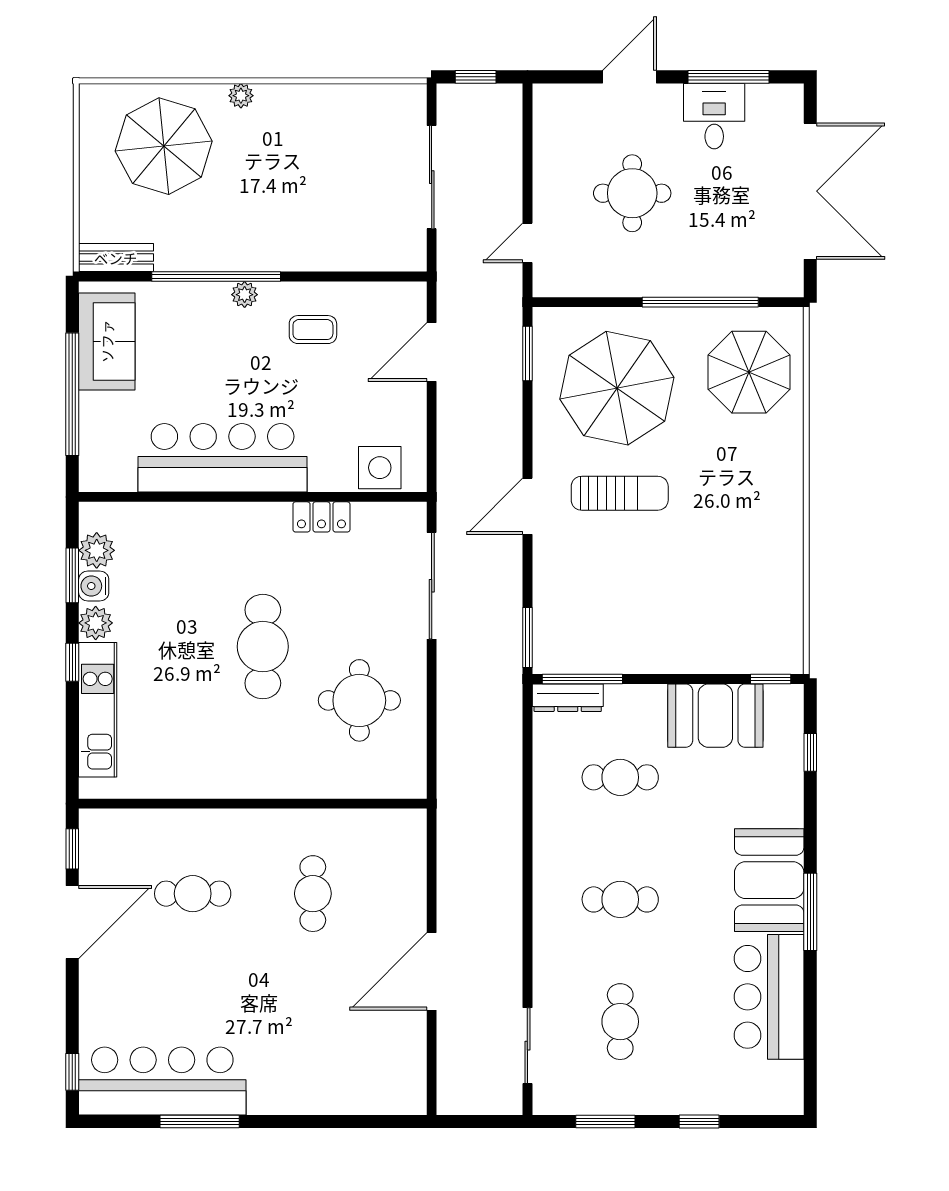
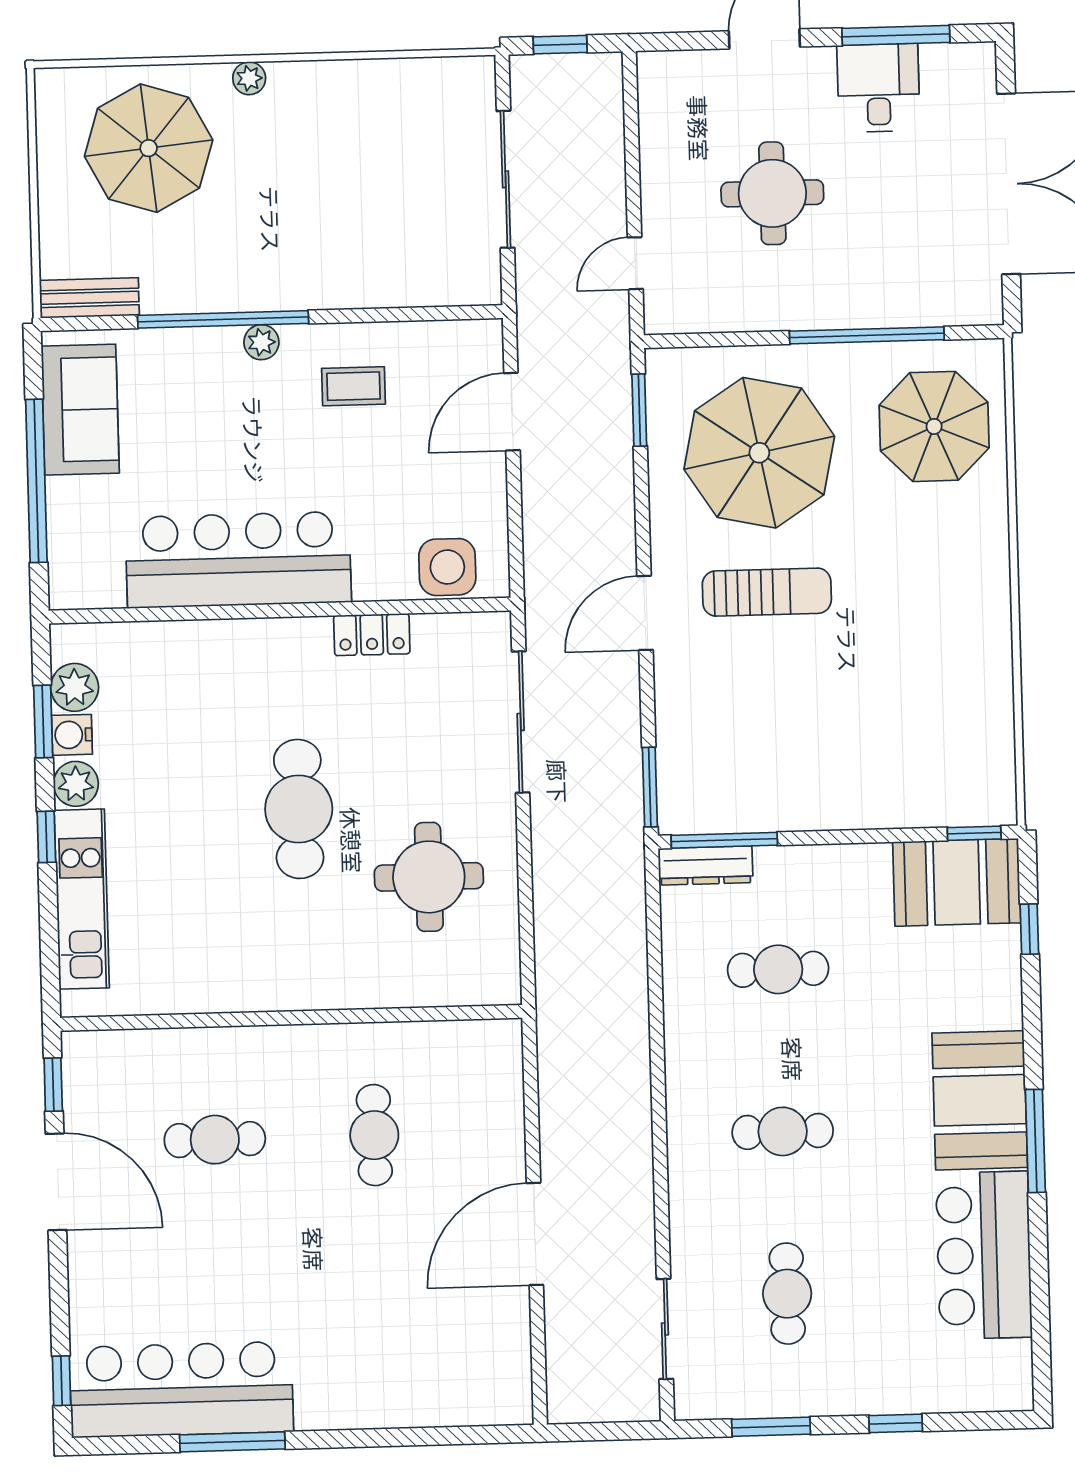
booth: (715, 716) -> (957, 882), moved
door: (72, 922) -> (56, 1182), hinge flipped

